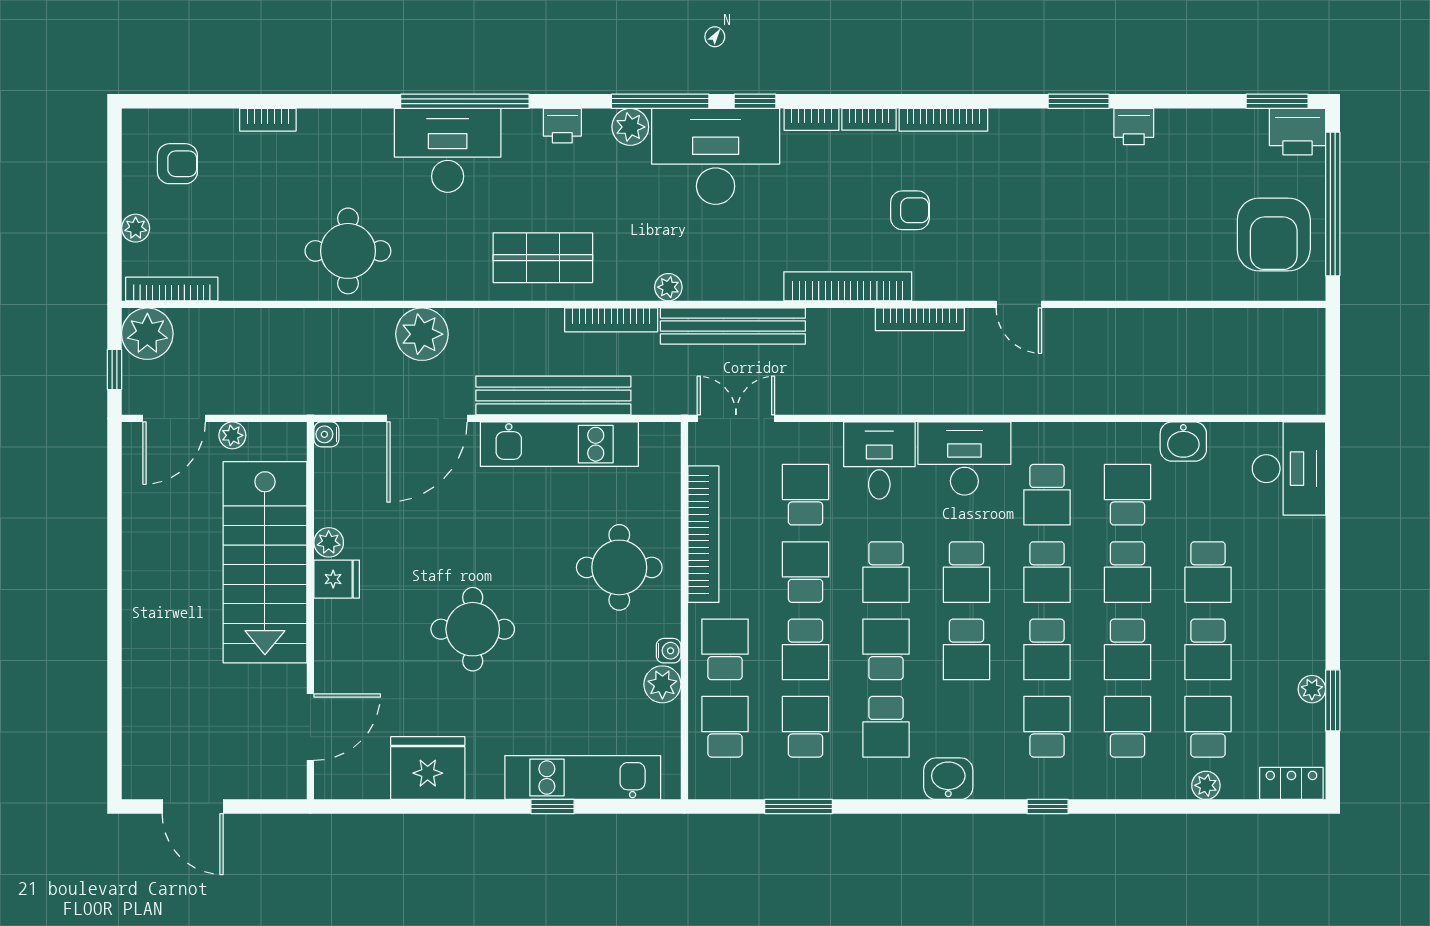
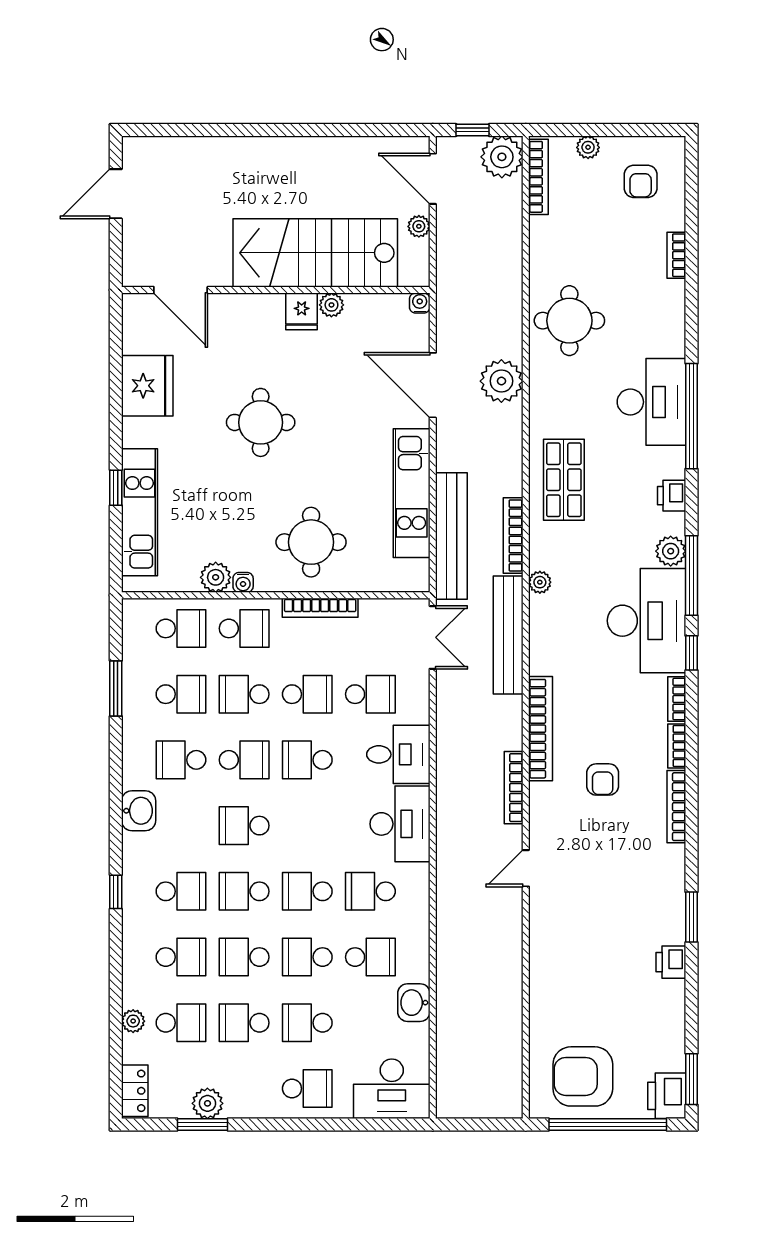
bench: (553, 396) -> (451, 536), moved
bookcase: (703, 534) -> (320, 608), width x0.68, depth x0.76
school desk: (967, 572) -> (307, 1088), moved, turned 180
plant: (1312, 689) -> (207, 1103), width x1.38, depth x1.38

